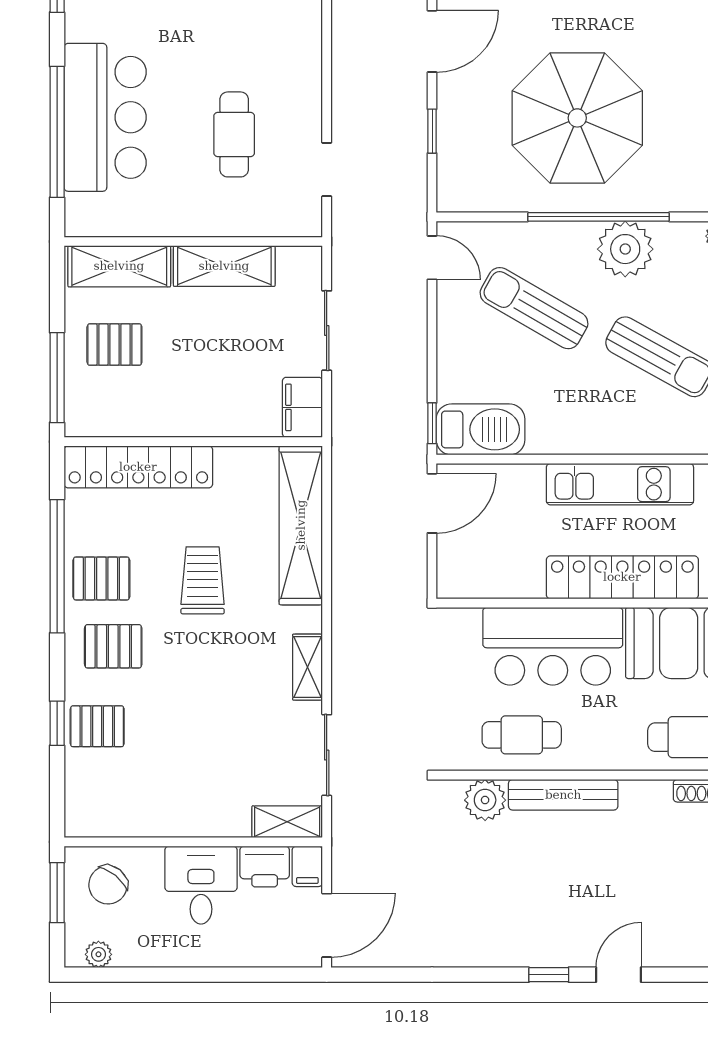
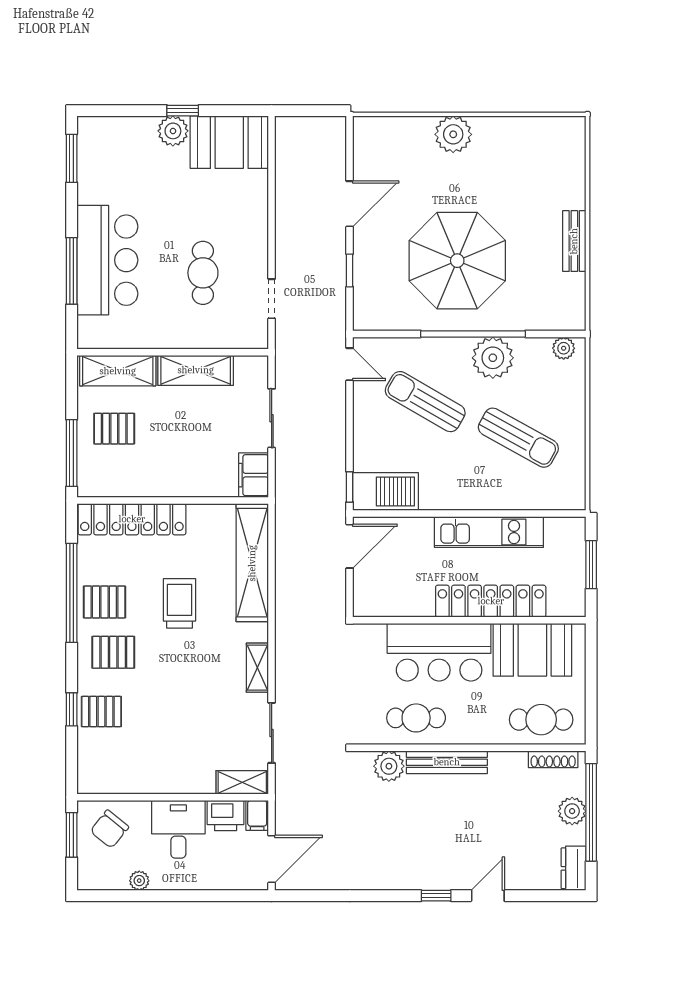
window: (57, 132) -> (72, 271), width x0.68
plant: (98, 954) -> (139, 881), moved

